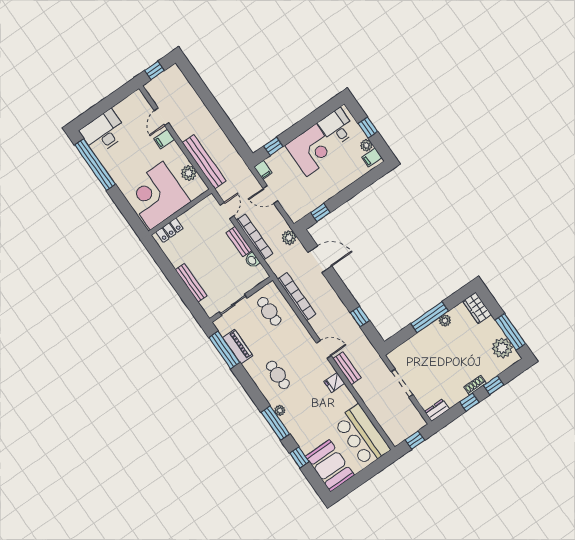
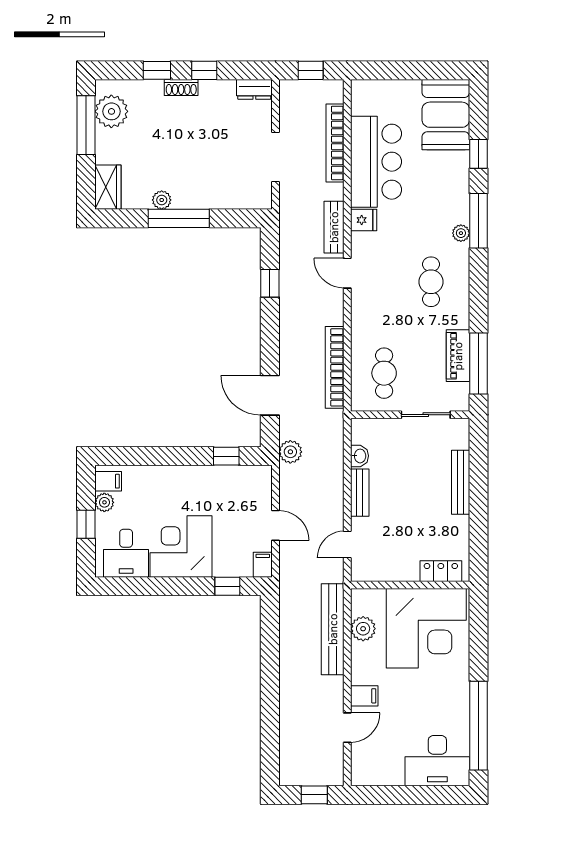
bookcase: (255, 237) -> (335, 143), moved
bar counter: (362, 435) -> (376, 162), moved

